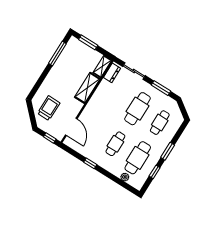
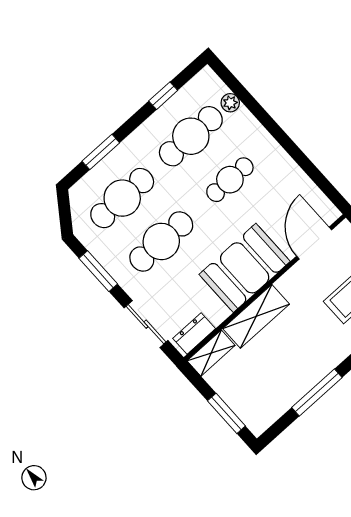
window: (57, 53) -> (317, 392), moved
booth: (98, 108) -> (245, 268), added
cafe table: (160, 123) -> (122, 198), width x1.37, depth x1.35
window: (168, 151) -> (101, 152), moved
window: (90, 163) -> (296, 153), removed

